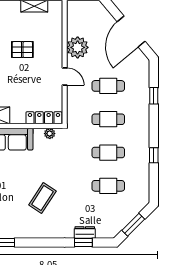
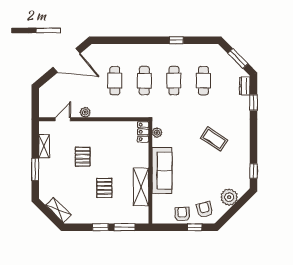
plant: (78, 47) -> (85, 112), width x0.53, depth x0.53
door: (65, 77) -> (63, 119), moved
window: (154, 96) -> (123, 40), removed
locker: (44, 118) -> (143, 132), width x0.66
dresser: (85, 232) -> (245, 86), moved

